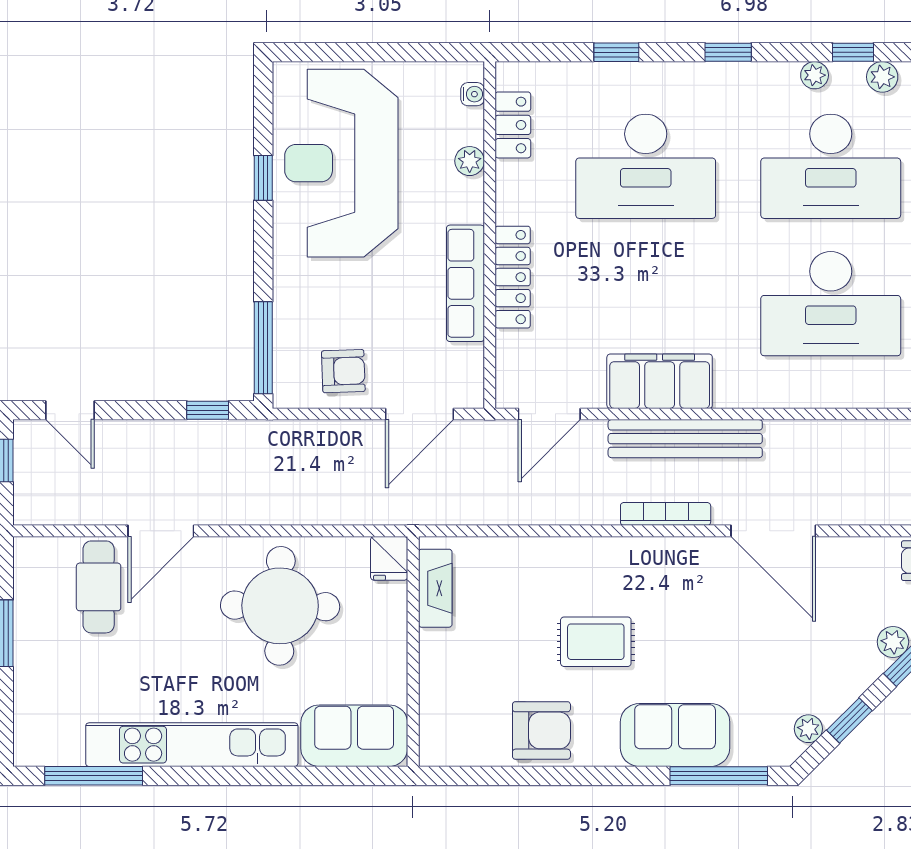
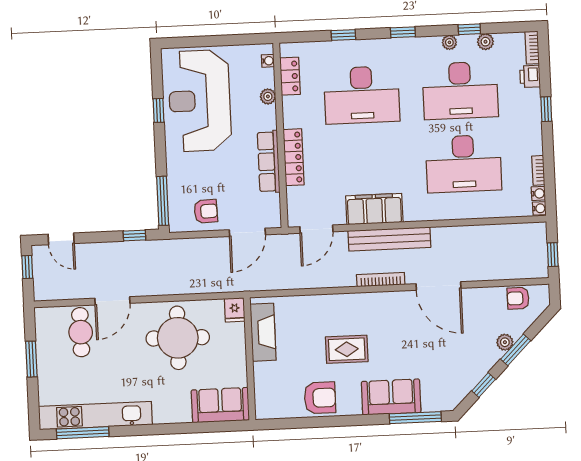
fireplace: (435, 588) -> (263, 332), width x1.37, depth x1.32
plant: (808, 729) -> (462, 390), removed
kitchen unit: (192, 745) -> (95, 416), moved

